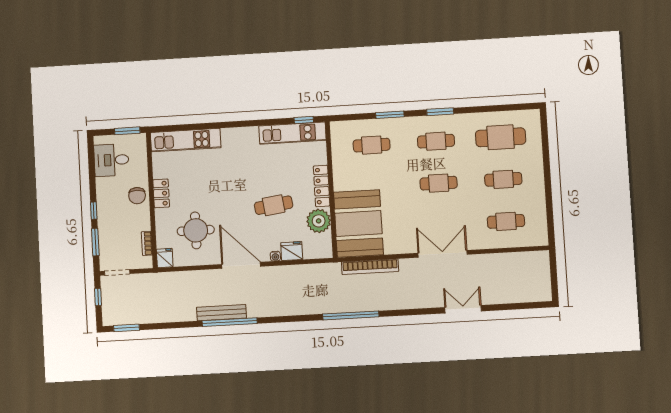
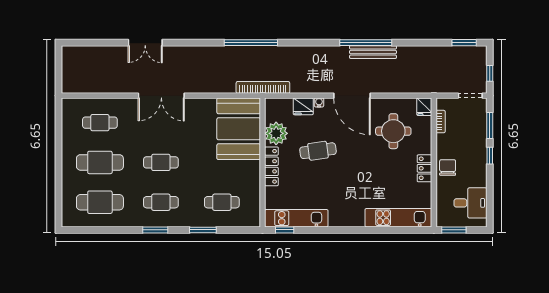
cafe table: (503, 179) -> (100, 162), width x1.37, depth x1.35
bookcase: (370, 267) -> (263, 87), moved

